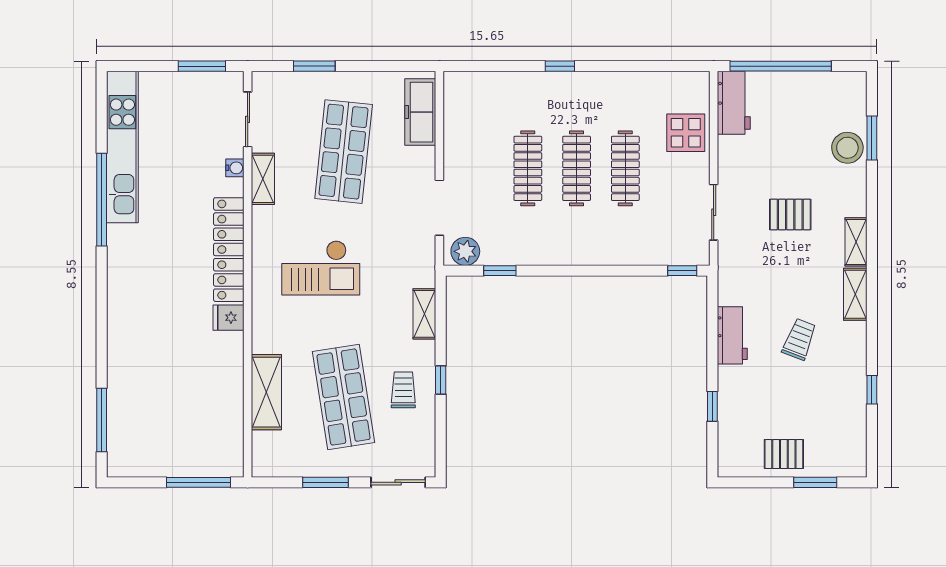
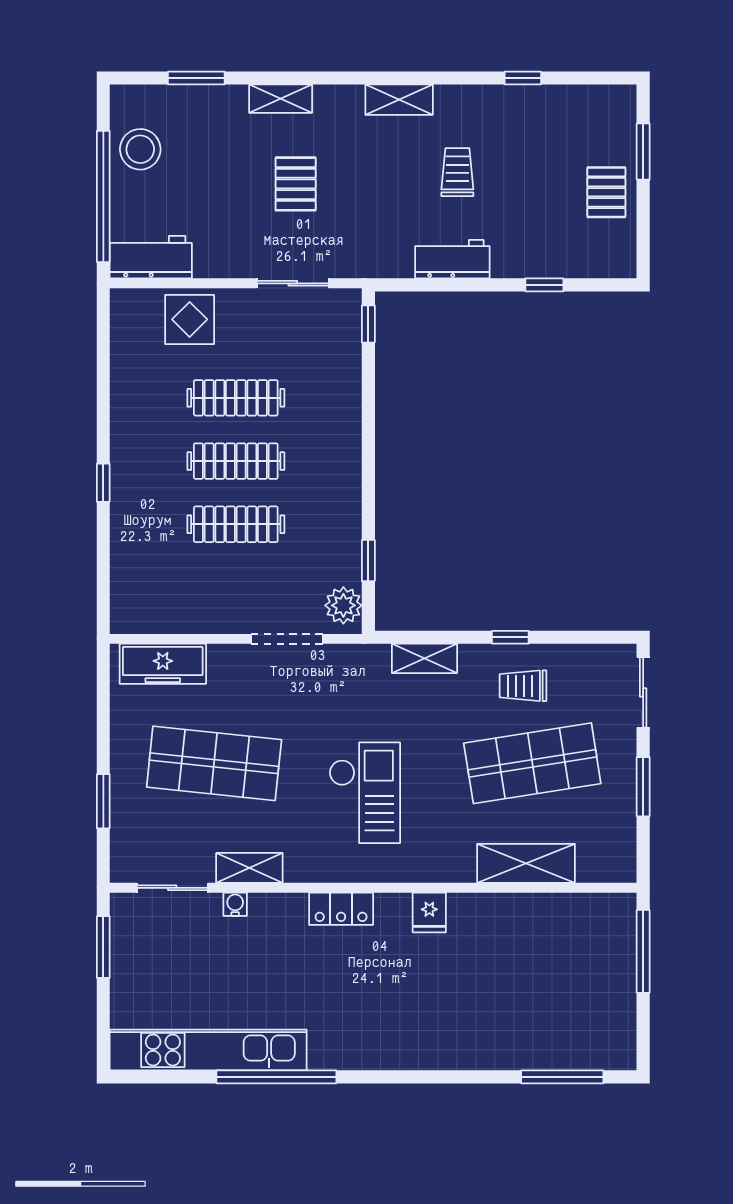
stool: (847, 148) -> (140, 149), moved
shelving: (856, 242) -> (281, 99), moved
locker: (229, 250) -> (341, 909), width x0.46, depth x0.83
trolley: (799, 339) -> (457, 172), turned 69

